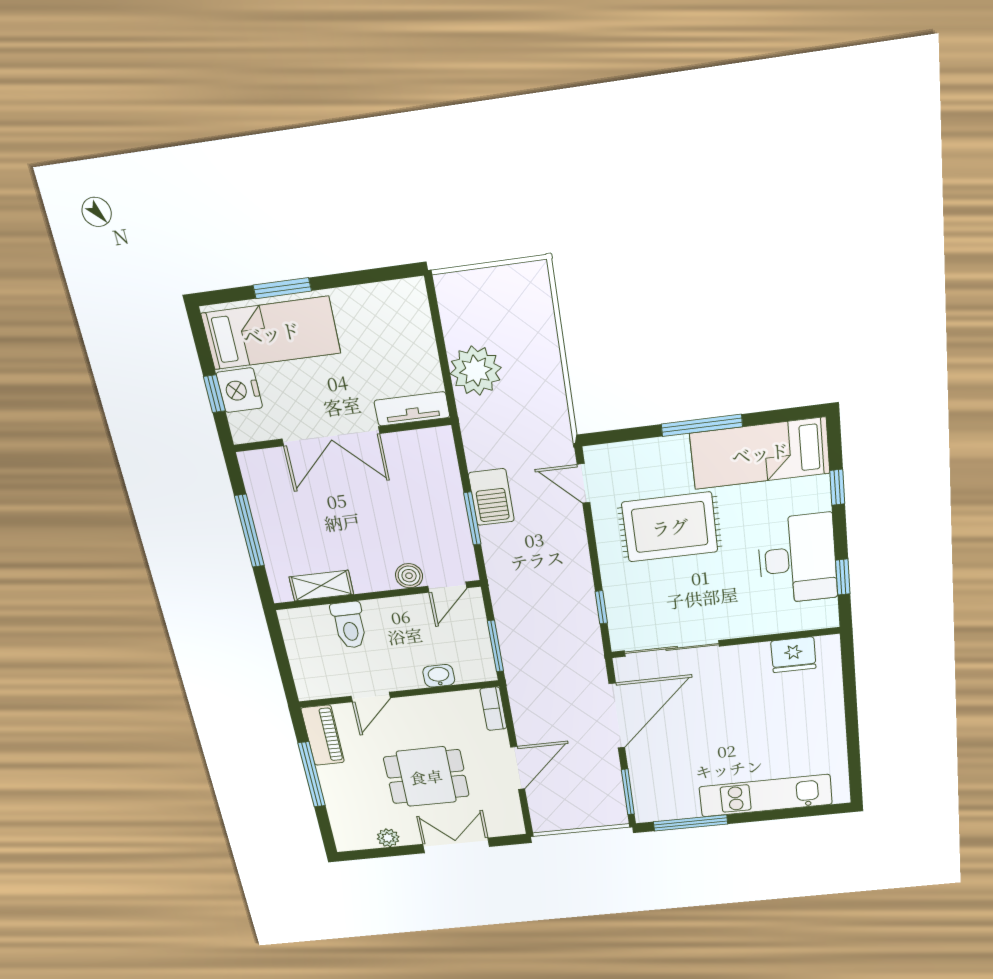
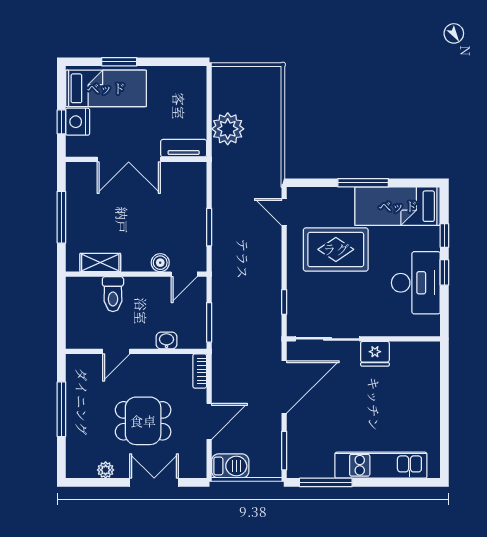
barbecue: (491, 497) -> (230, 466), moved, turned -90
window: (843, 577) -> (444, 272), moved
fridge: (793, 655) -> (375, 354), moved
piano: (323, 735) -> (76, 378), removed

